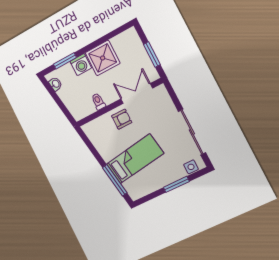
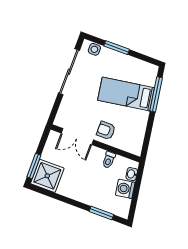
window: (152, 54) -> (34, 166), moved
shower: (103, 58) -> (47, 176), moved
washing machine: (81, 65) -> (125, 189), moved, turned -99
washbasin: (55, 84) -> (132, 174), moved

